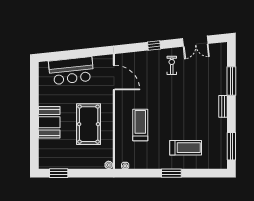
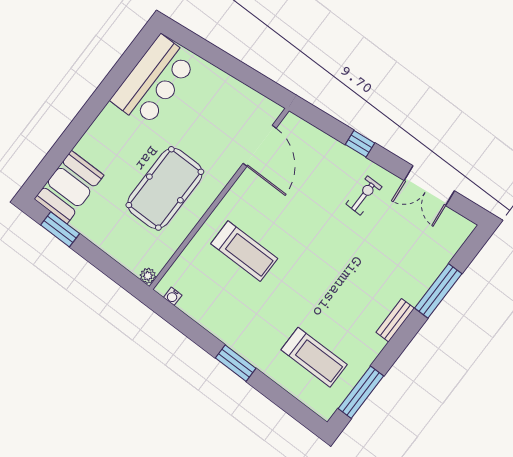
bar counter: (71, 71) -> (154, 81), moved, turned -84
booth: (49, 122) -> (69, 187), moved
treadmill: (140, 125) -> (244, 251), turned 90
treadmill: (186, 148) -> (314, 357), moved

